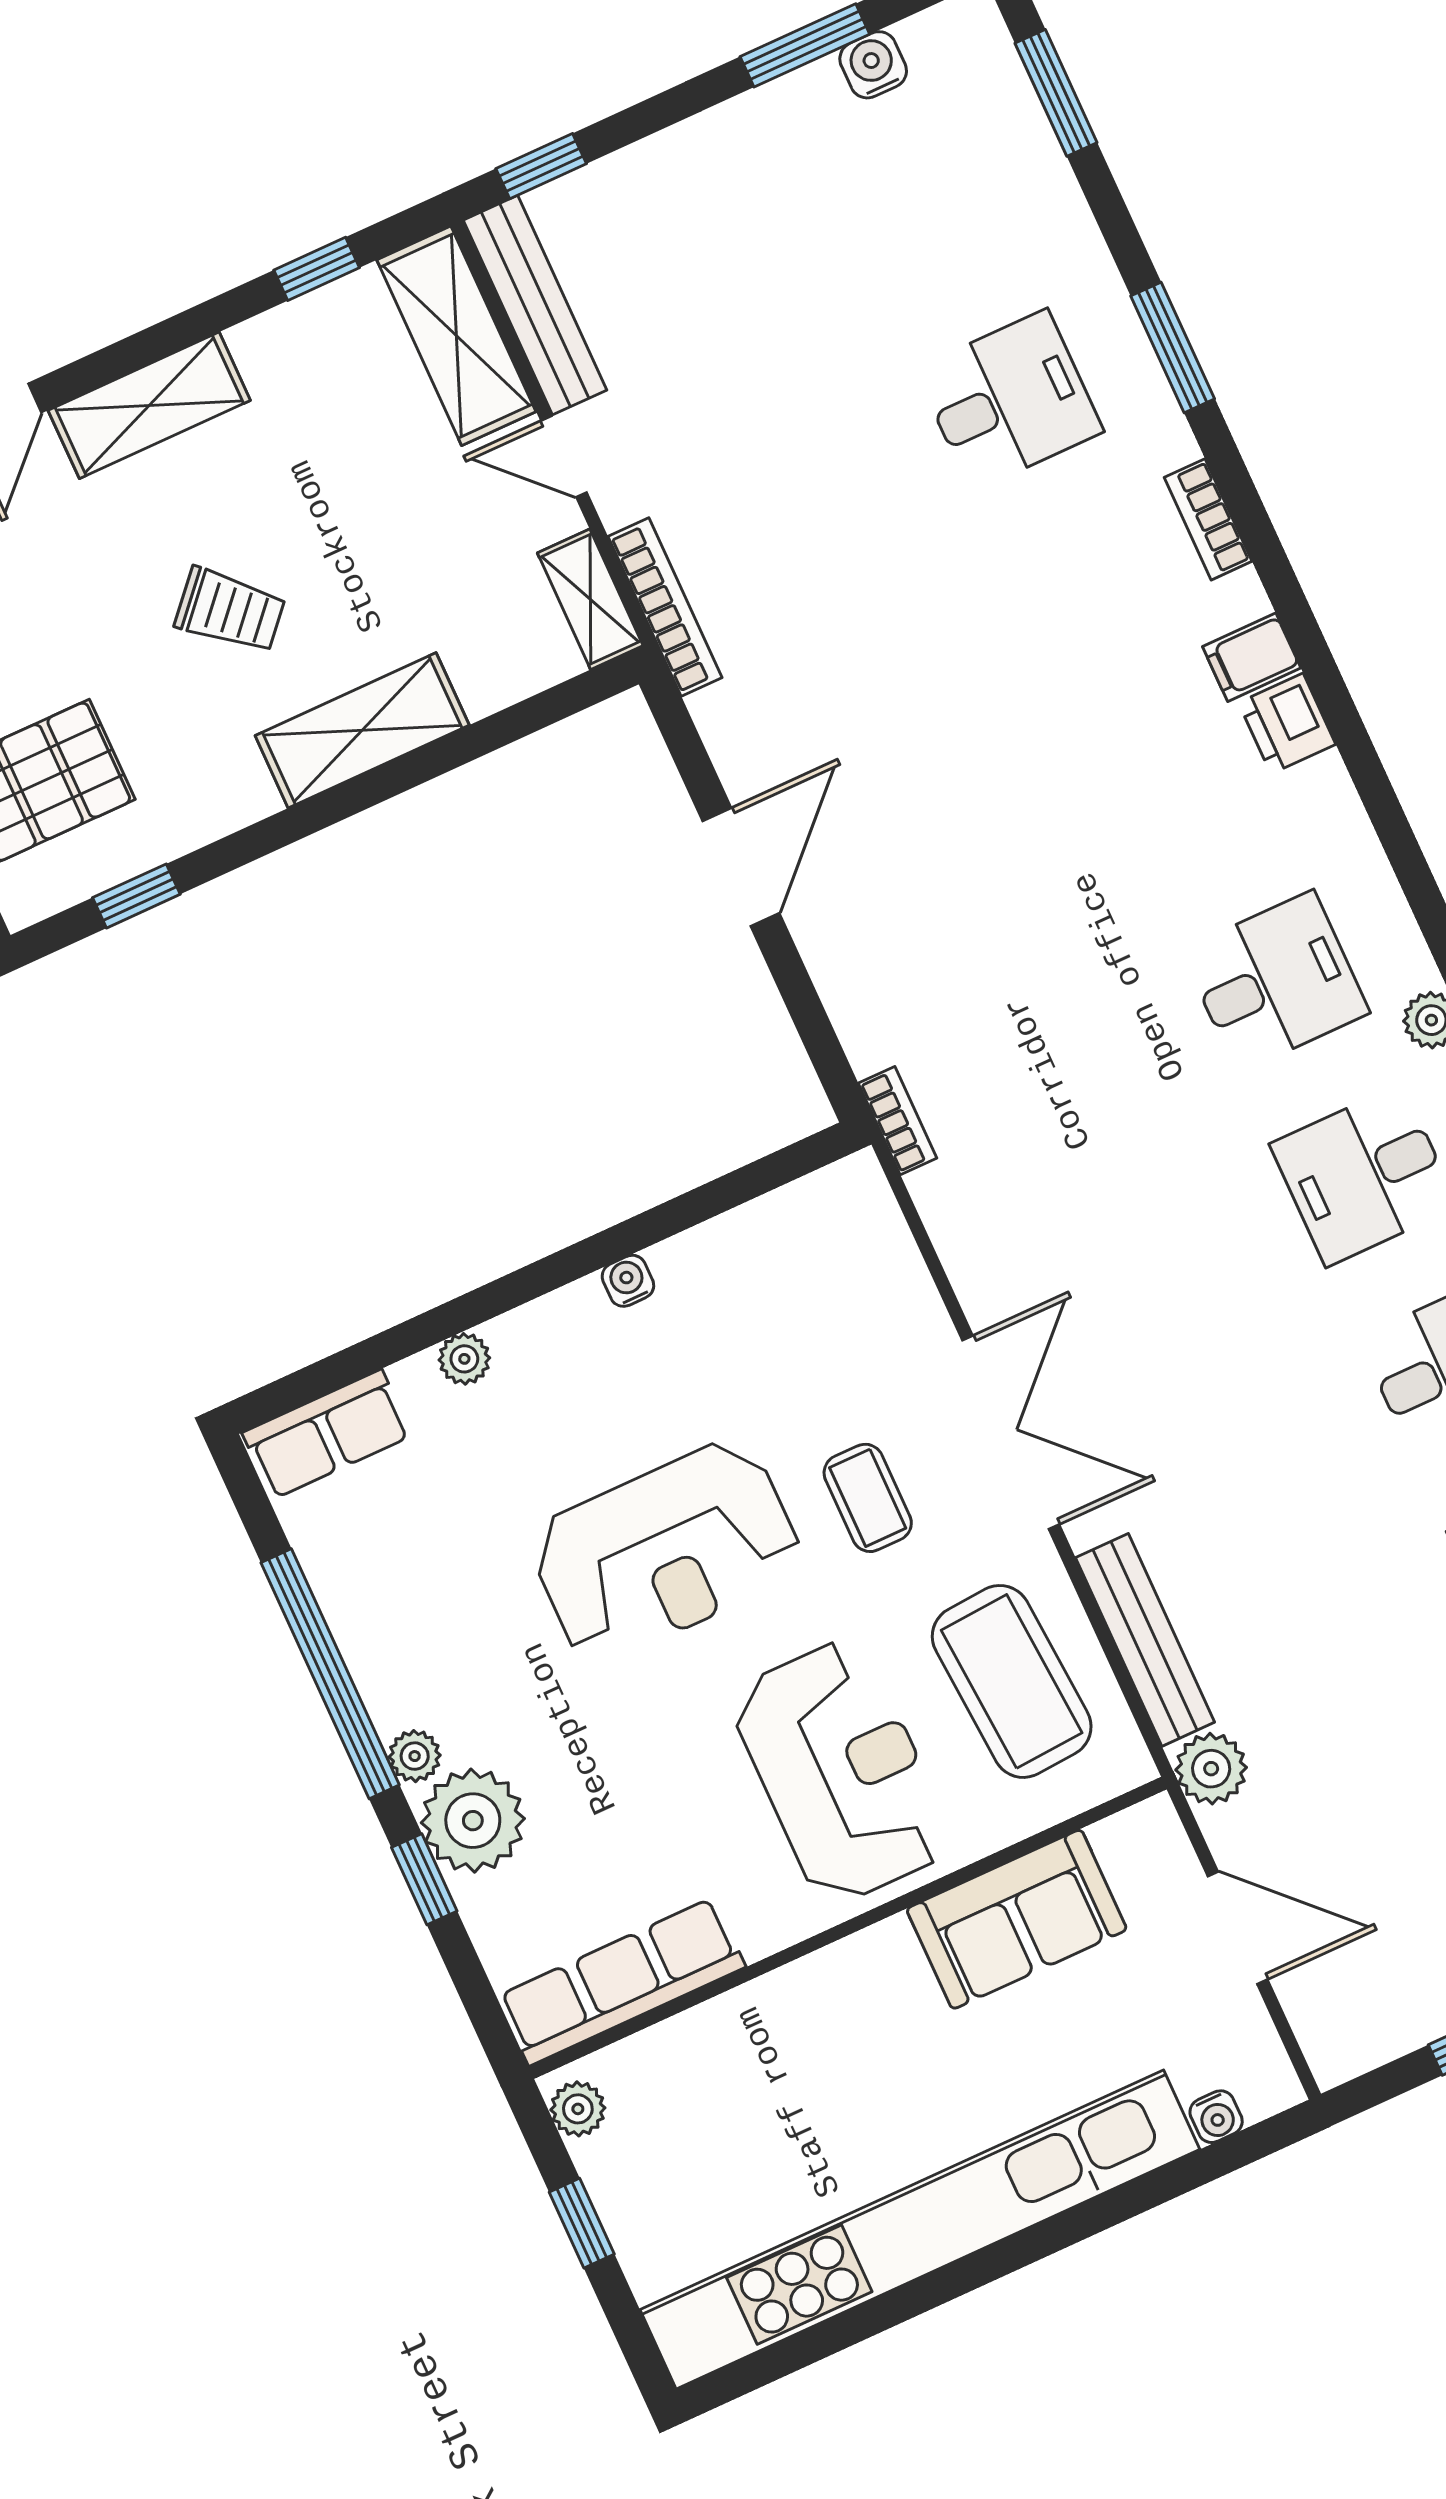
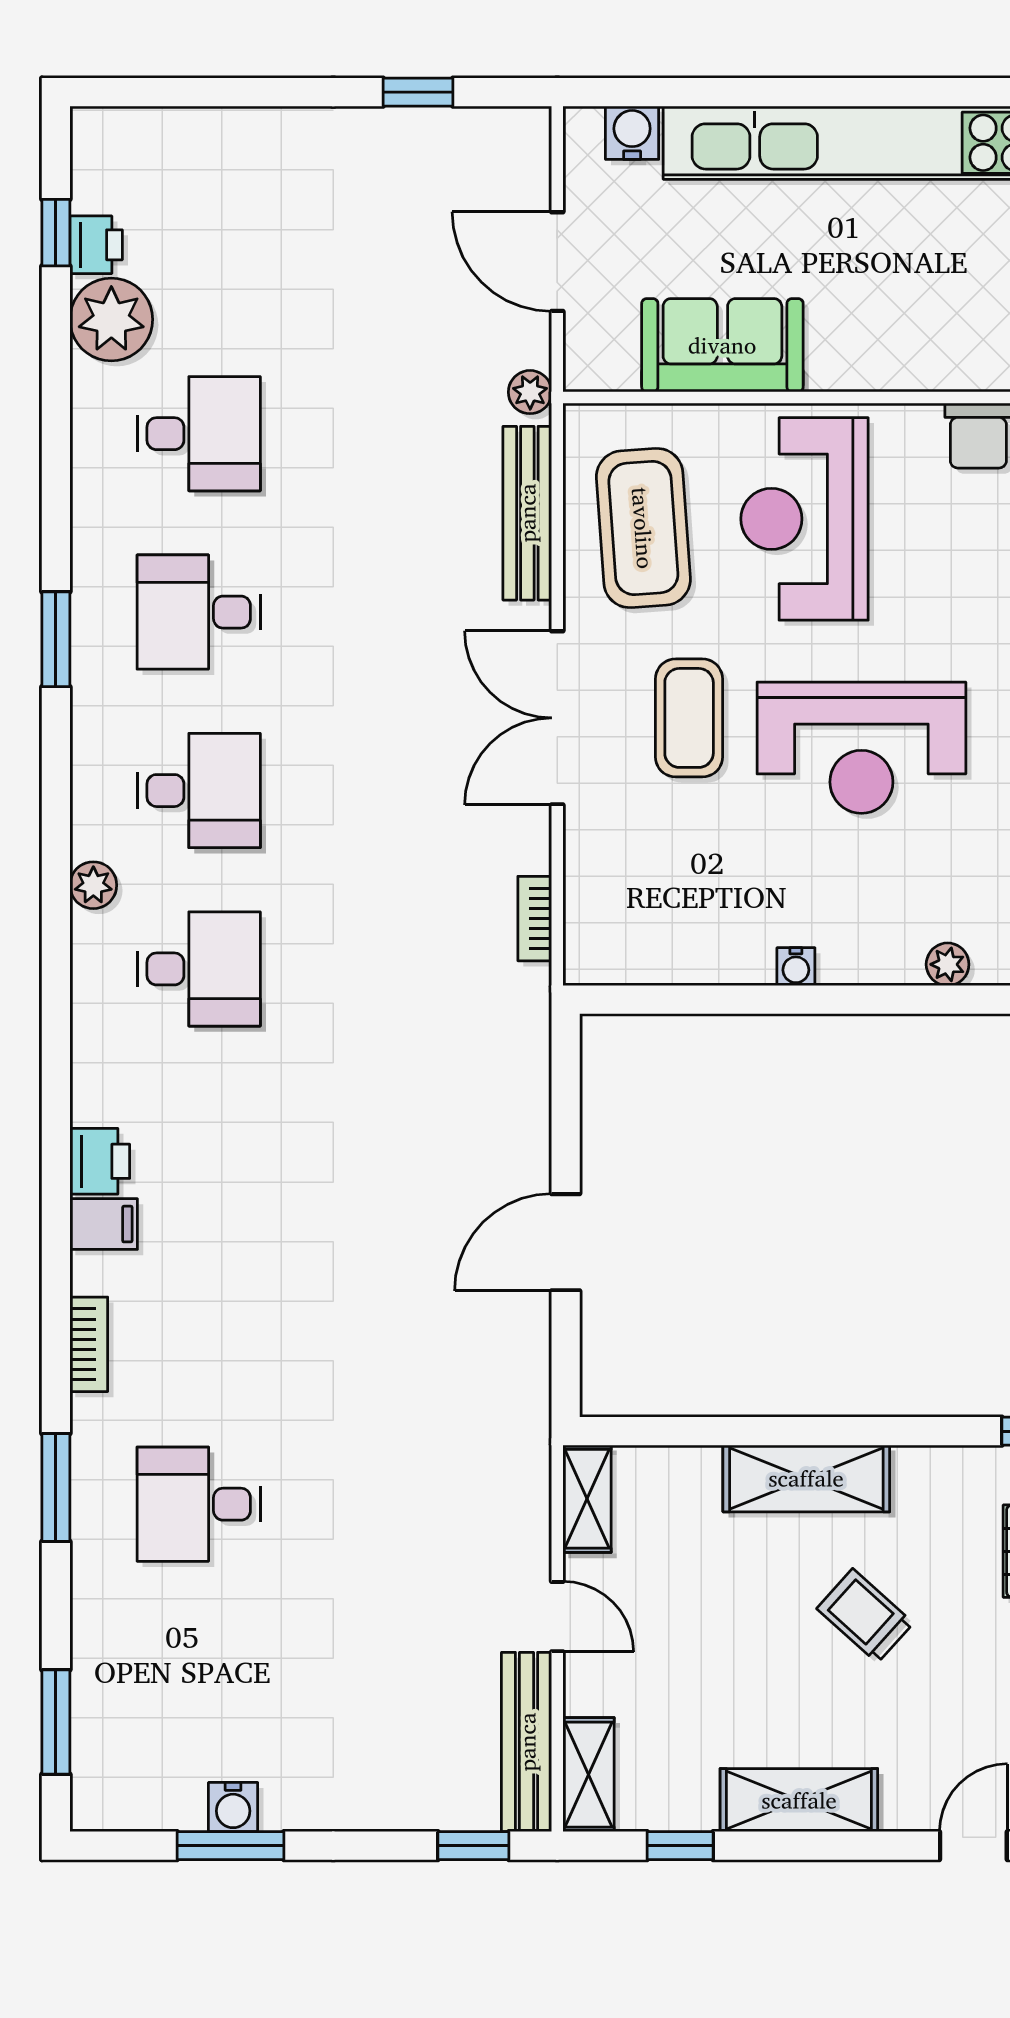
water cooler: (873, 65) -> (233, 1807), moved
shelving: (456, 336) -> (589, 1775), width x0.67, depth x0.75
shelving: (149, 405) -> (799, 1800), moved
bookcase: (665, 607) -> (533, 1467), removed
desk: (1275, 982) -> (199, 969), turned 180
bookcase: (898, 1121) -> (535, 919), moved
coffee table: (868, 1498) -> (689, 718), width x1.36, depth x1.30
reception desk: (666, 1551) -> (861, 748), turned 180
plant: (1211, 1769) -> (530, 392), width x0.73, depth x0.73
water cooler: (1216, 2117) -> (632, 133), width x1.38, depth x1.38

